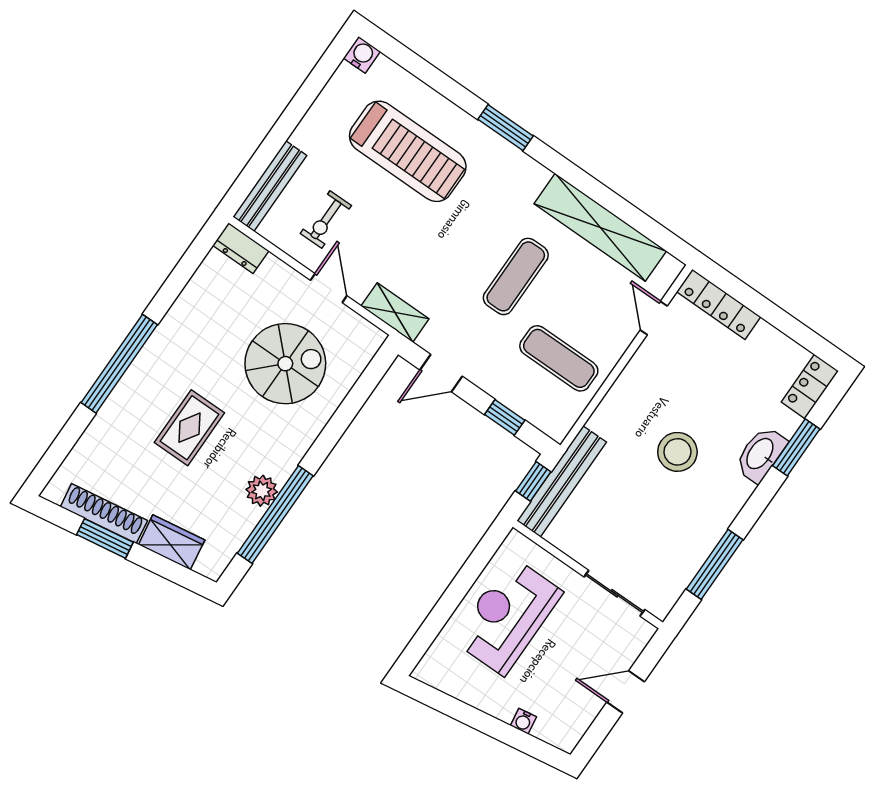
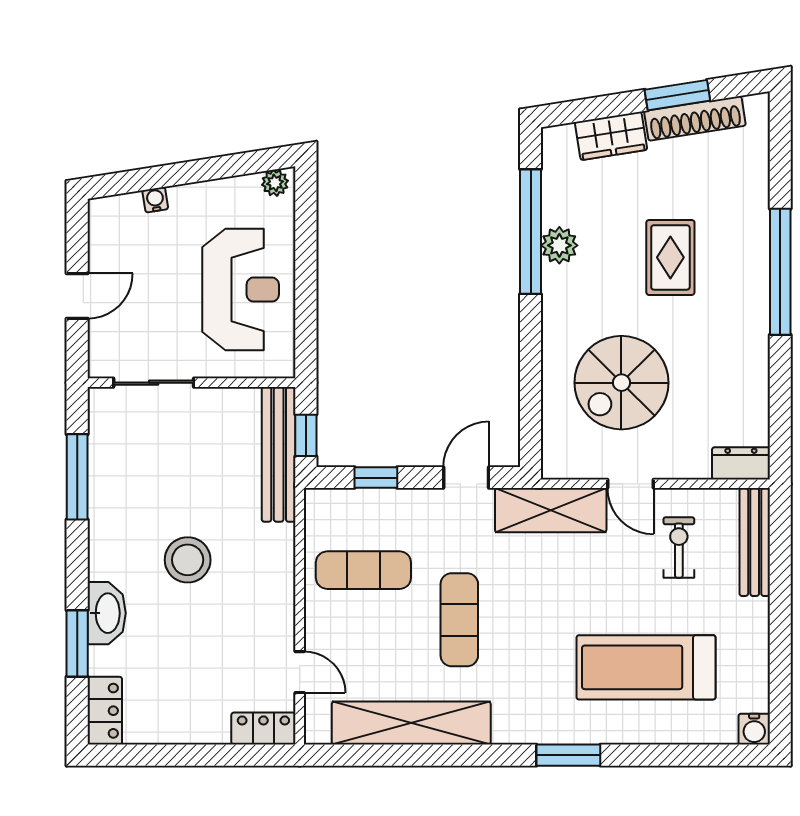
locker: (719, 304) -> (263, 729), width x0.66
shelving: (395, 313) -> (551, 510), width x1.50, depth x1.33
plant: (431, 674) -> (275, 183), added

